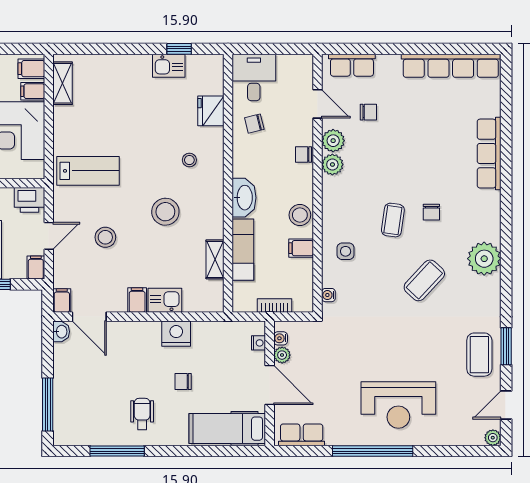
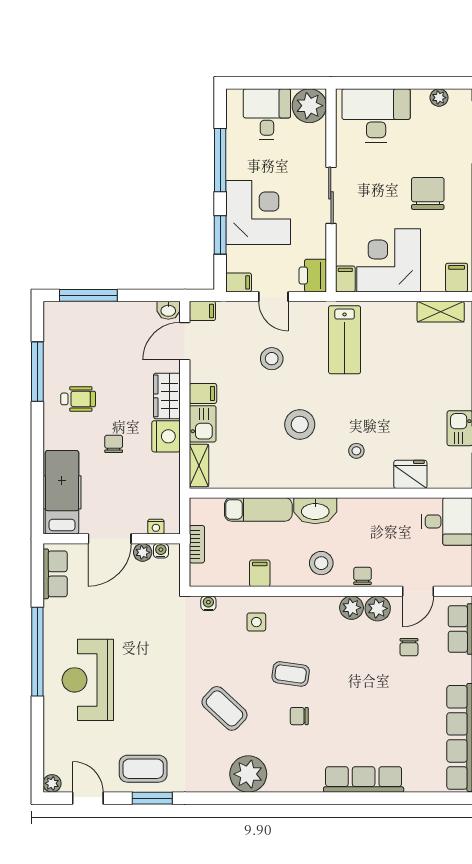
filing cabinet: (33, 91) -> (345, 279), moved
chair: (254, 124) -> (396, 522), removed
stool: (300, 215) -> (321, 563), moved
shelving: (215, 259) -> (199, 465), moved, turned 90
wardrobe: (139, 333) -> (167, 396), added

